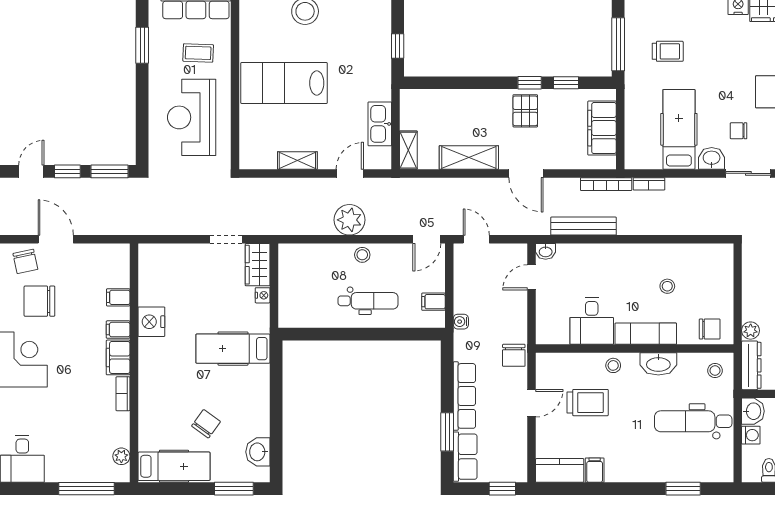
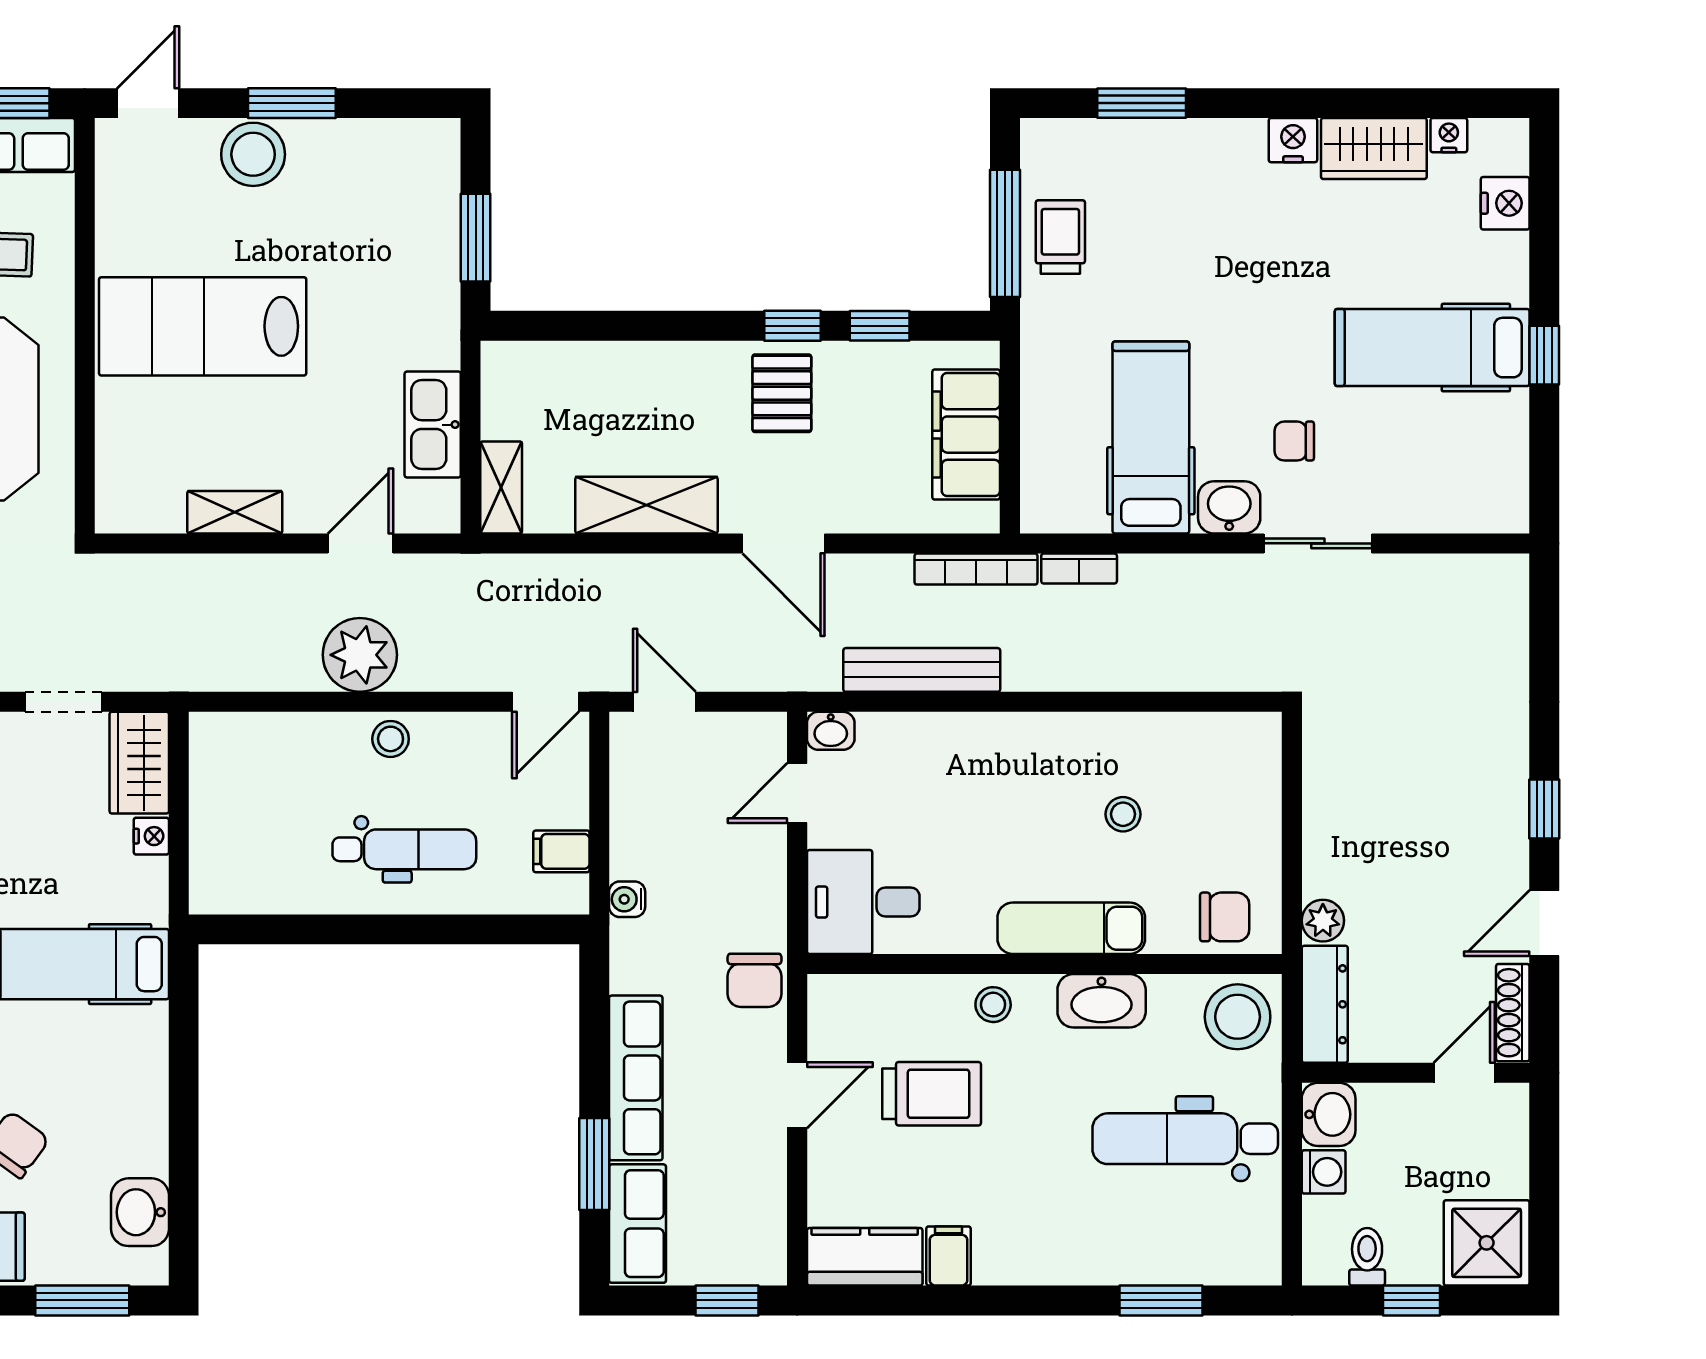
window: (398, 46) -> (476, 238), width x1.50
trolley: (668, 51) -> (1060, 237), moved, turned -90
desk: (592, 321) -> (863, 902), moved, turned 90
stool: (715, 371) -> (1238, 1017), width x1.89, depth x1.89

